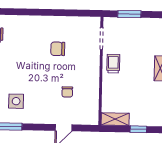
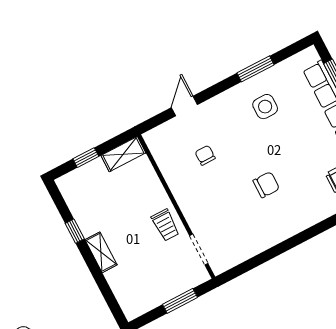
chair: (58, 49) -> (266, 185), moved

